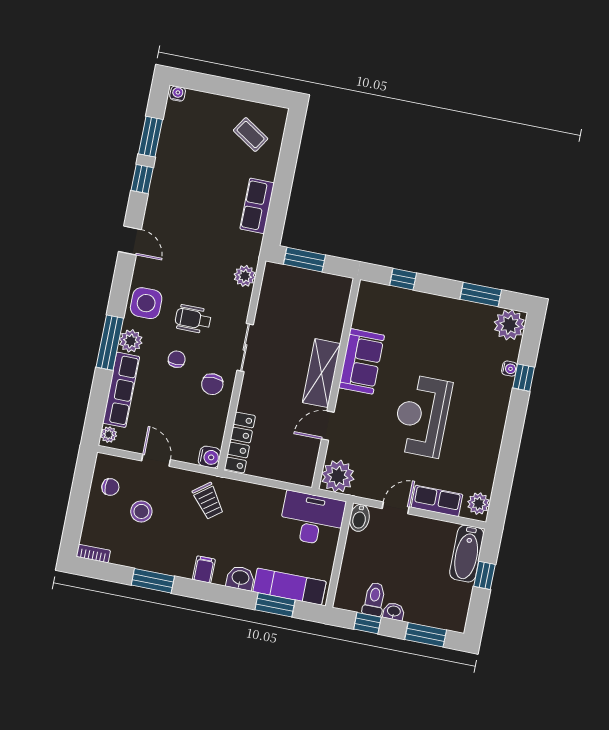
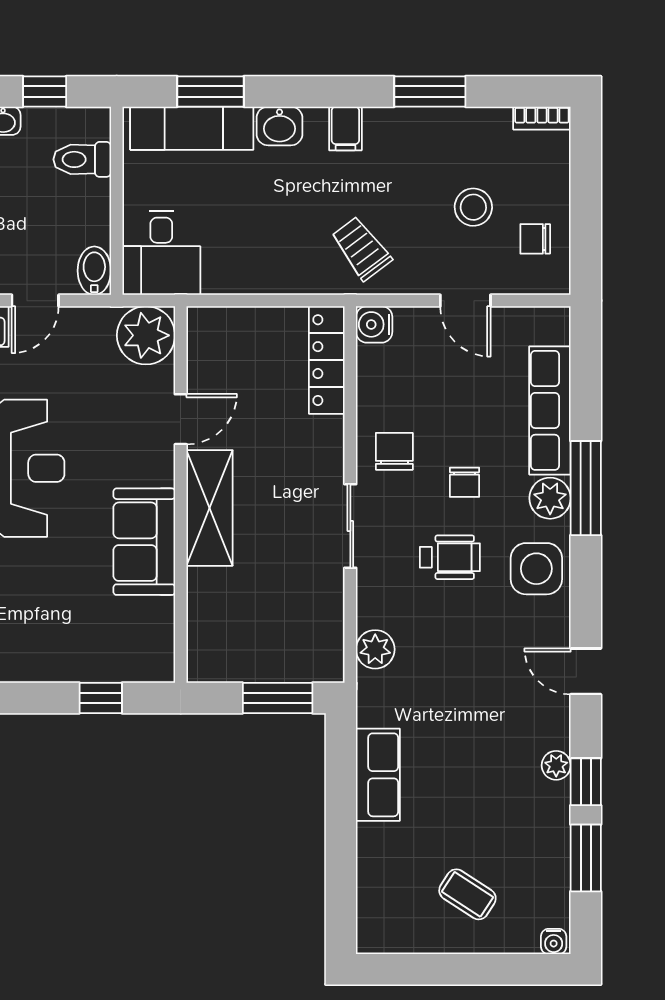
coffee table: (251, 135) -> (467, 894), moved
plant: (109, 435) -> (556, 765), moved
desk: (312, 519) -> (161, 253), width x0.73
toilet: (374, 599) -> (82, 159), moved, turned 90

